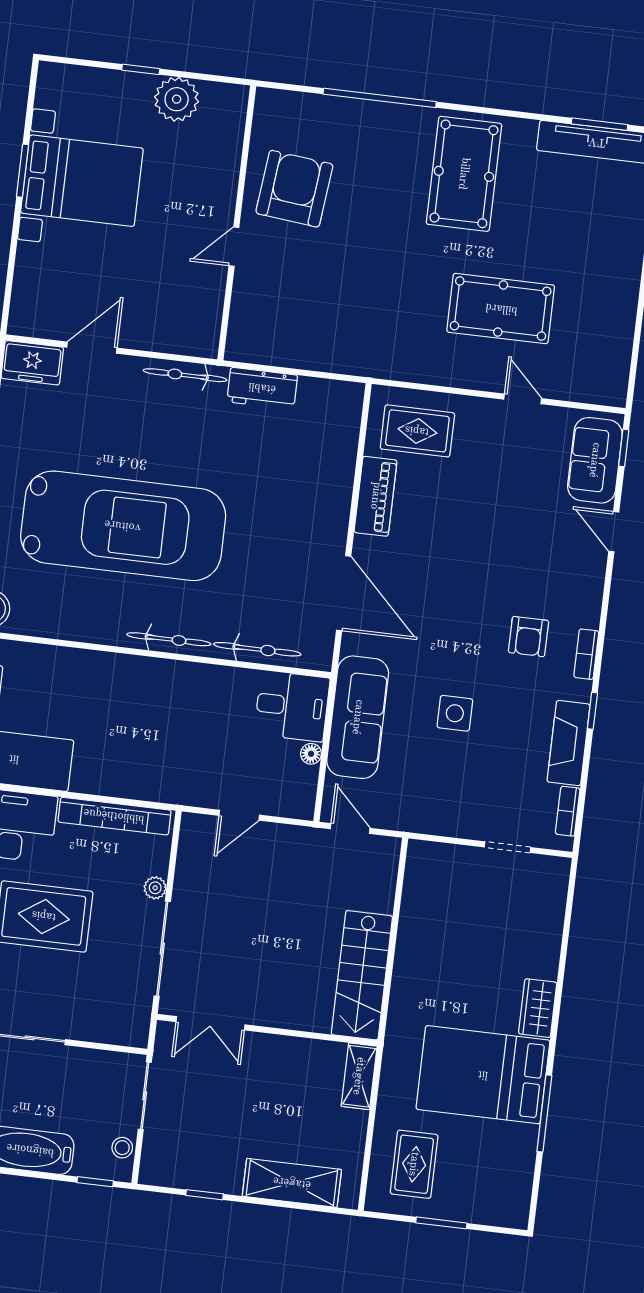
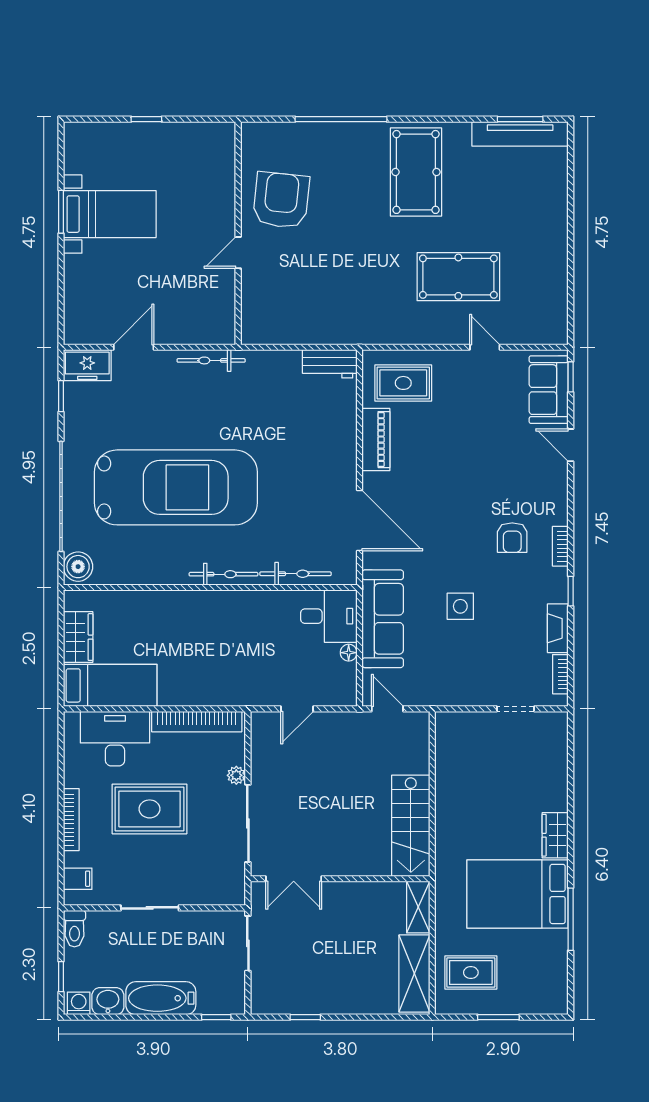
plant: (177, 99) -> (178, 140), removed
bed with nightstands: (82, 181) -> (110, 214), width x0.73
workbench: (262, 388) -> (330, 364), moved
fireplace: (569, 743) -> (558, 628), width x0.73, depth x0.76
stool: (122, 1148) -> (235, 987), removed
rug: (414, 1164) -> (471, 973), turned 90
shelving: (292, 1183) -> (414, 974), moved, turned 90

